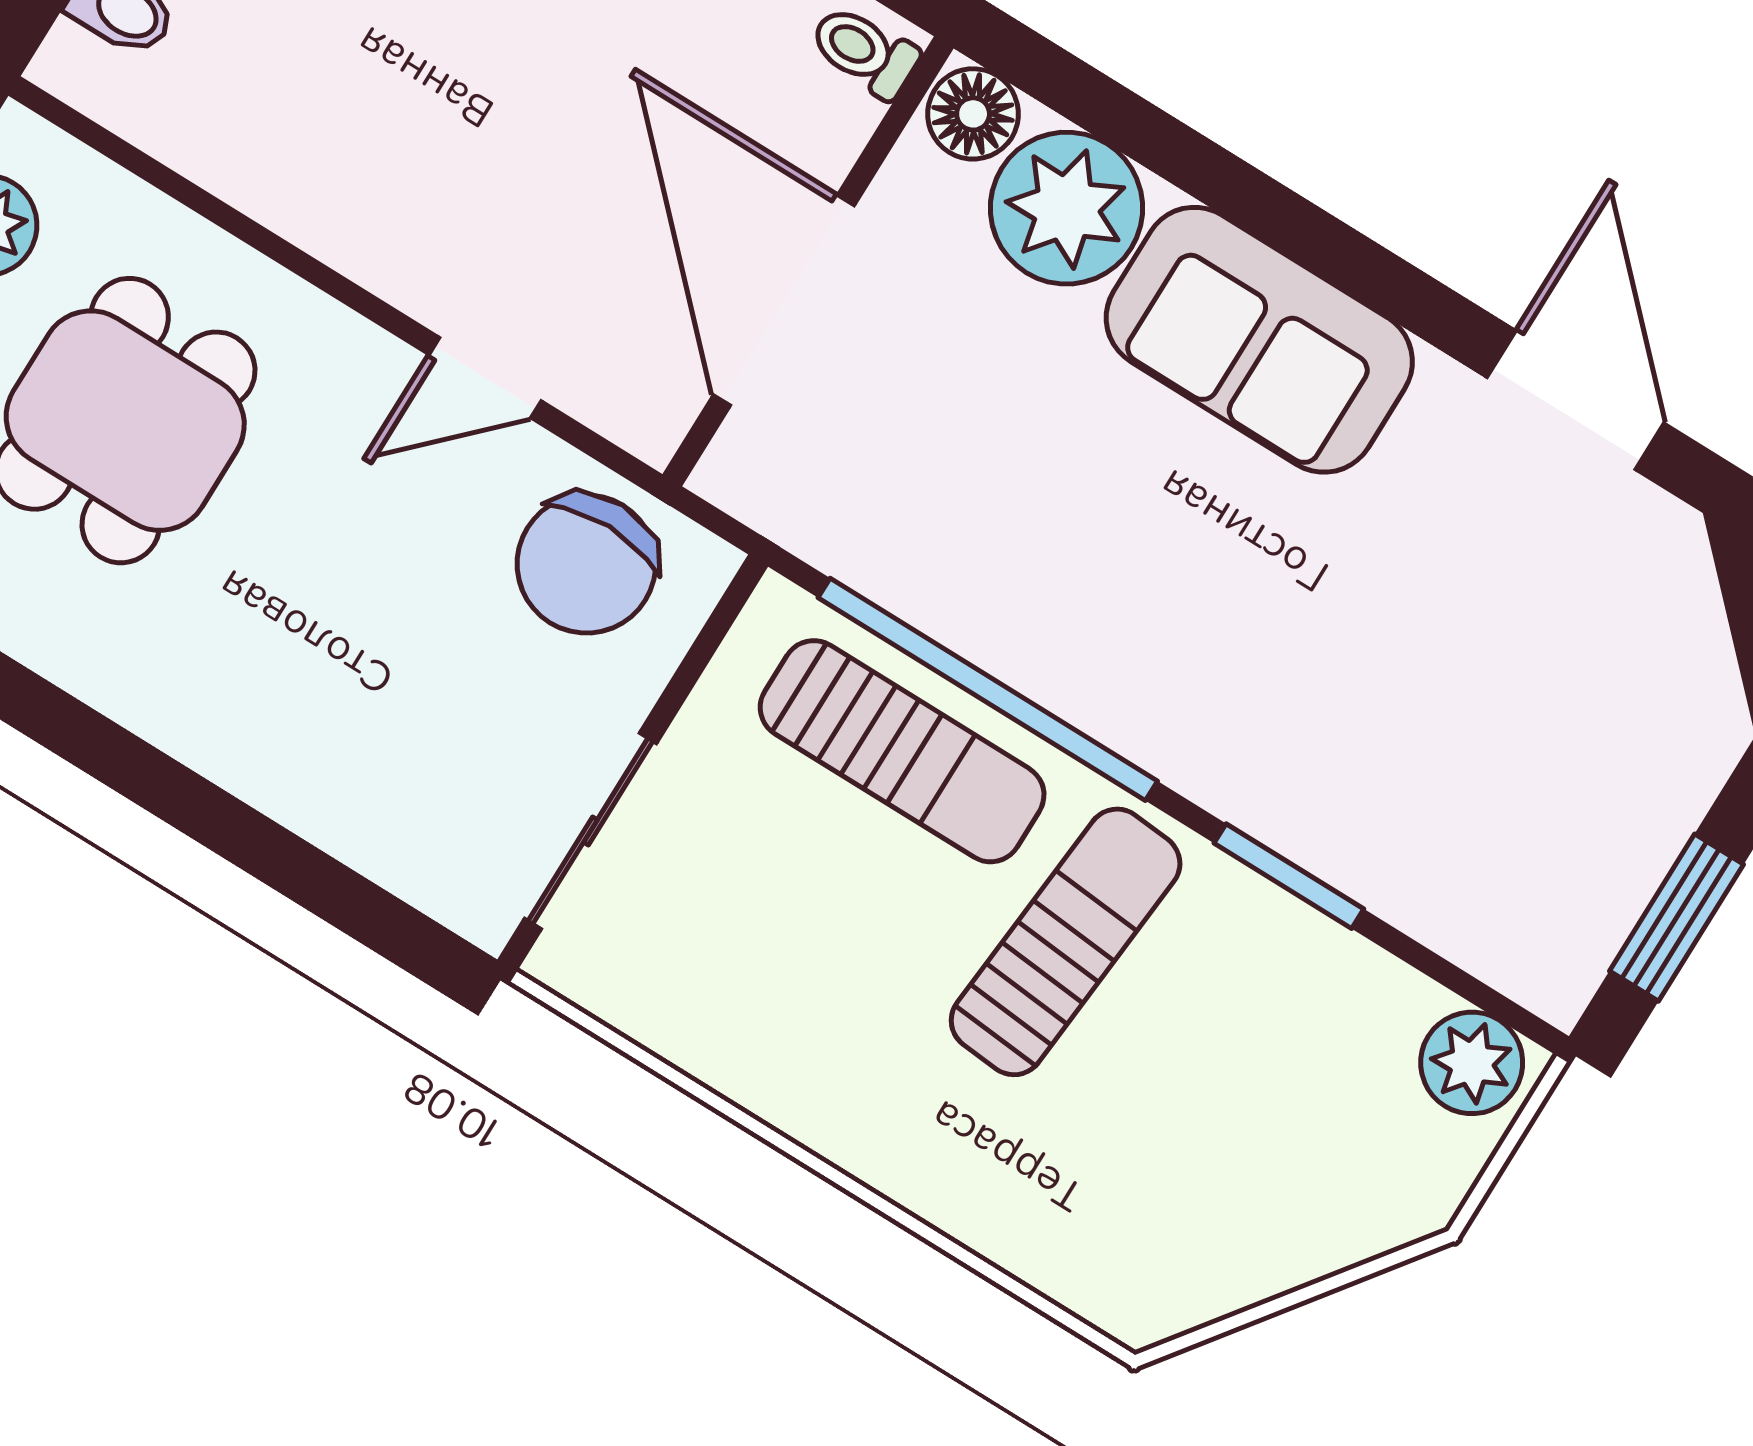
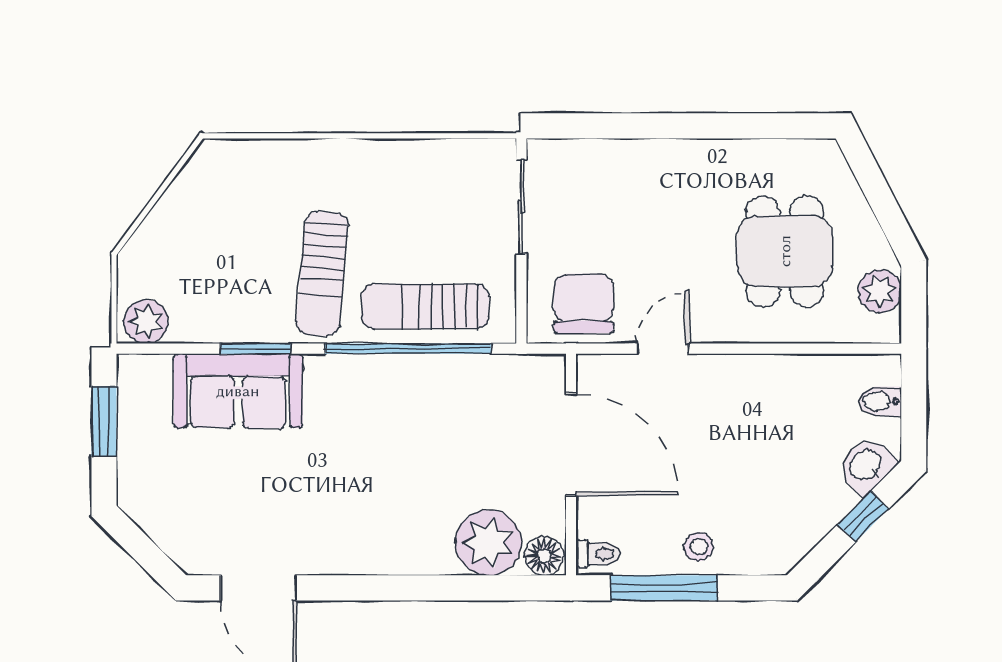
sofa: (1259, 340) -> (238, 391), moved, turned 180

